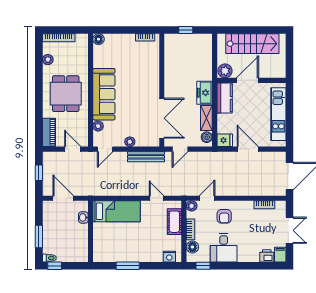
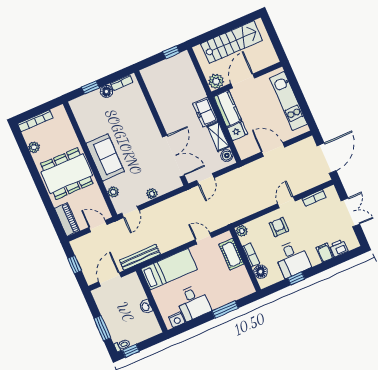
window: (117, 30) -> (90, 87), added
window: (186, 30) -> (171, 52), moved
floor lamp: (99, 39) -> (106, 91), moved
dining table: (66, 94) -> (67, 174), width x1.38
sofa: (104, 94) -> (105, 157), width x0.73
fridge: (225, 140) -> (237, 131), moved
bench: (146, 157) -> (140, 257), moved
door: (63, 198) -> (110, 279), hinge flipped
door: (207, 198) -> (286, 202), moved
armchair: (224, 216) -> (279, 227), turned 180
washbasin: (83, 217) -> (146, 307), moved
desk: (124, 248) -> (193, 303), added
filing cabinet: (280, 255) -> (325, 253), moved
nightstand: (169, 257) -> (177, 320), moved
window: (128, 266) -> (225, 310), moved
window: (203, 266) -> (296, 278), moved

